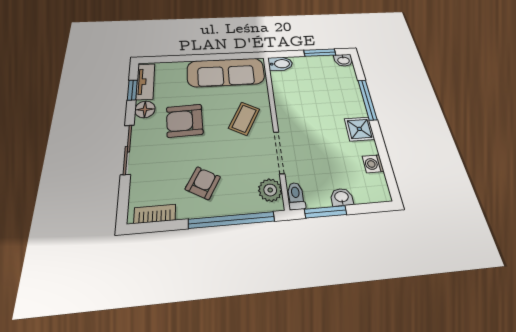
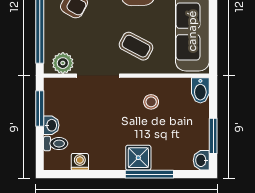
stool: (298, 102) -> (151, 102), added
shower: (359, 129) -> (138, 158), moved
toilet: (296, 196) -> (56, 144), moved

